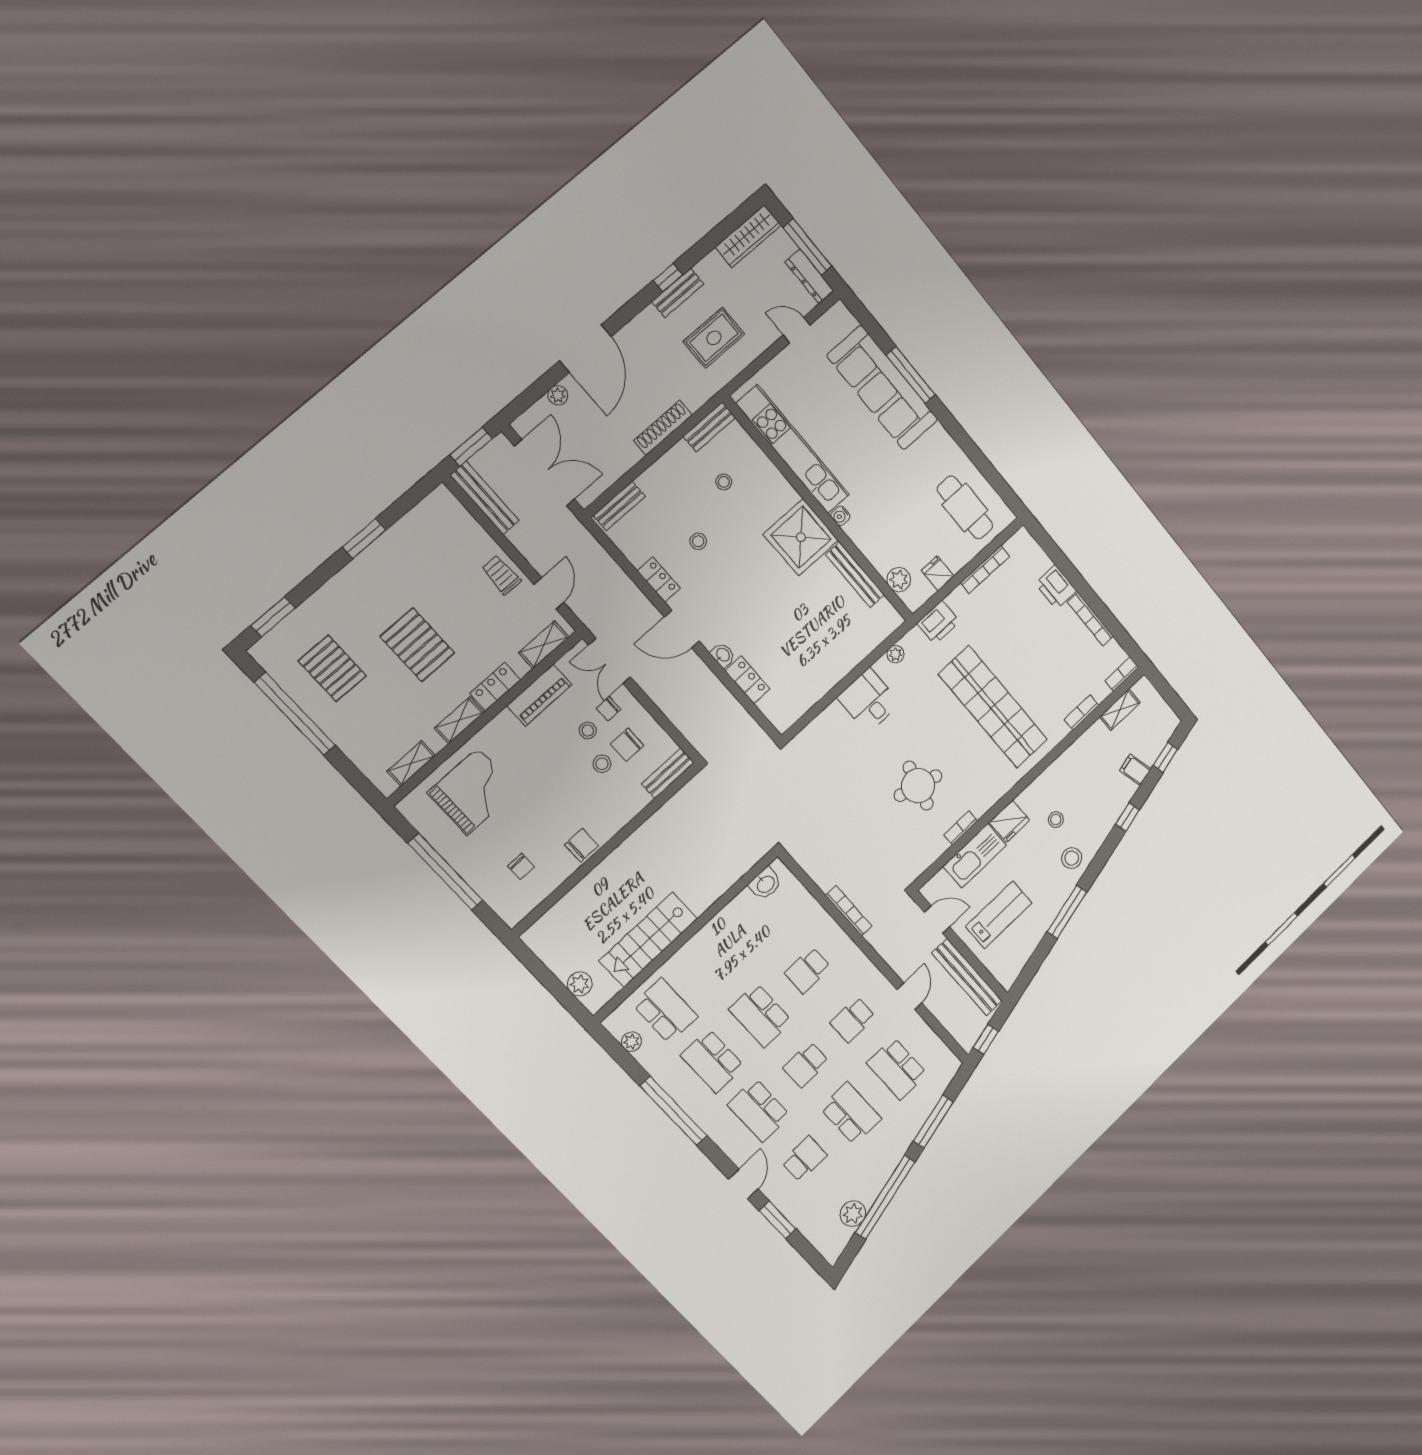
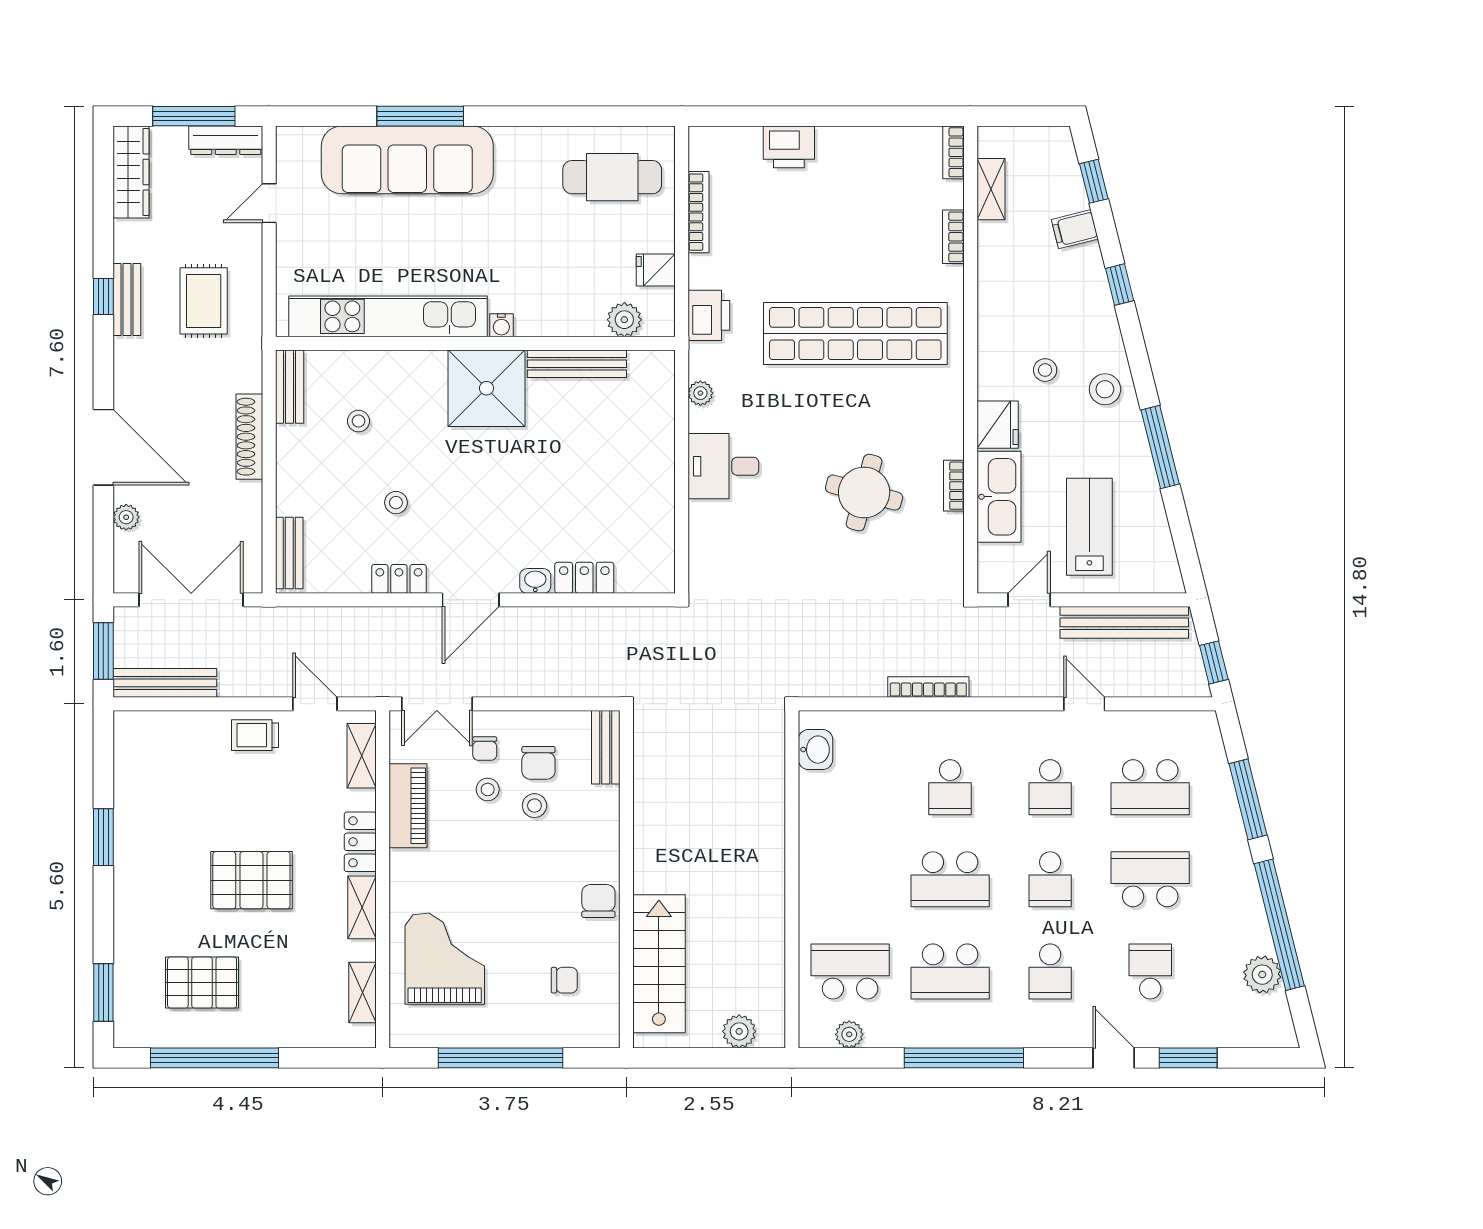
bookcase: (1090, 619) -> (860, 137), removed
stairs: (648, 940) -> (659, 964), moved, turned 180
school desk: (759, 1110) -> (1050, 971), width x0.54

